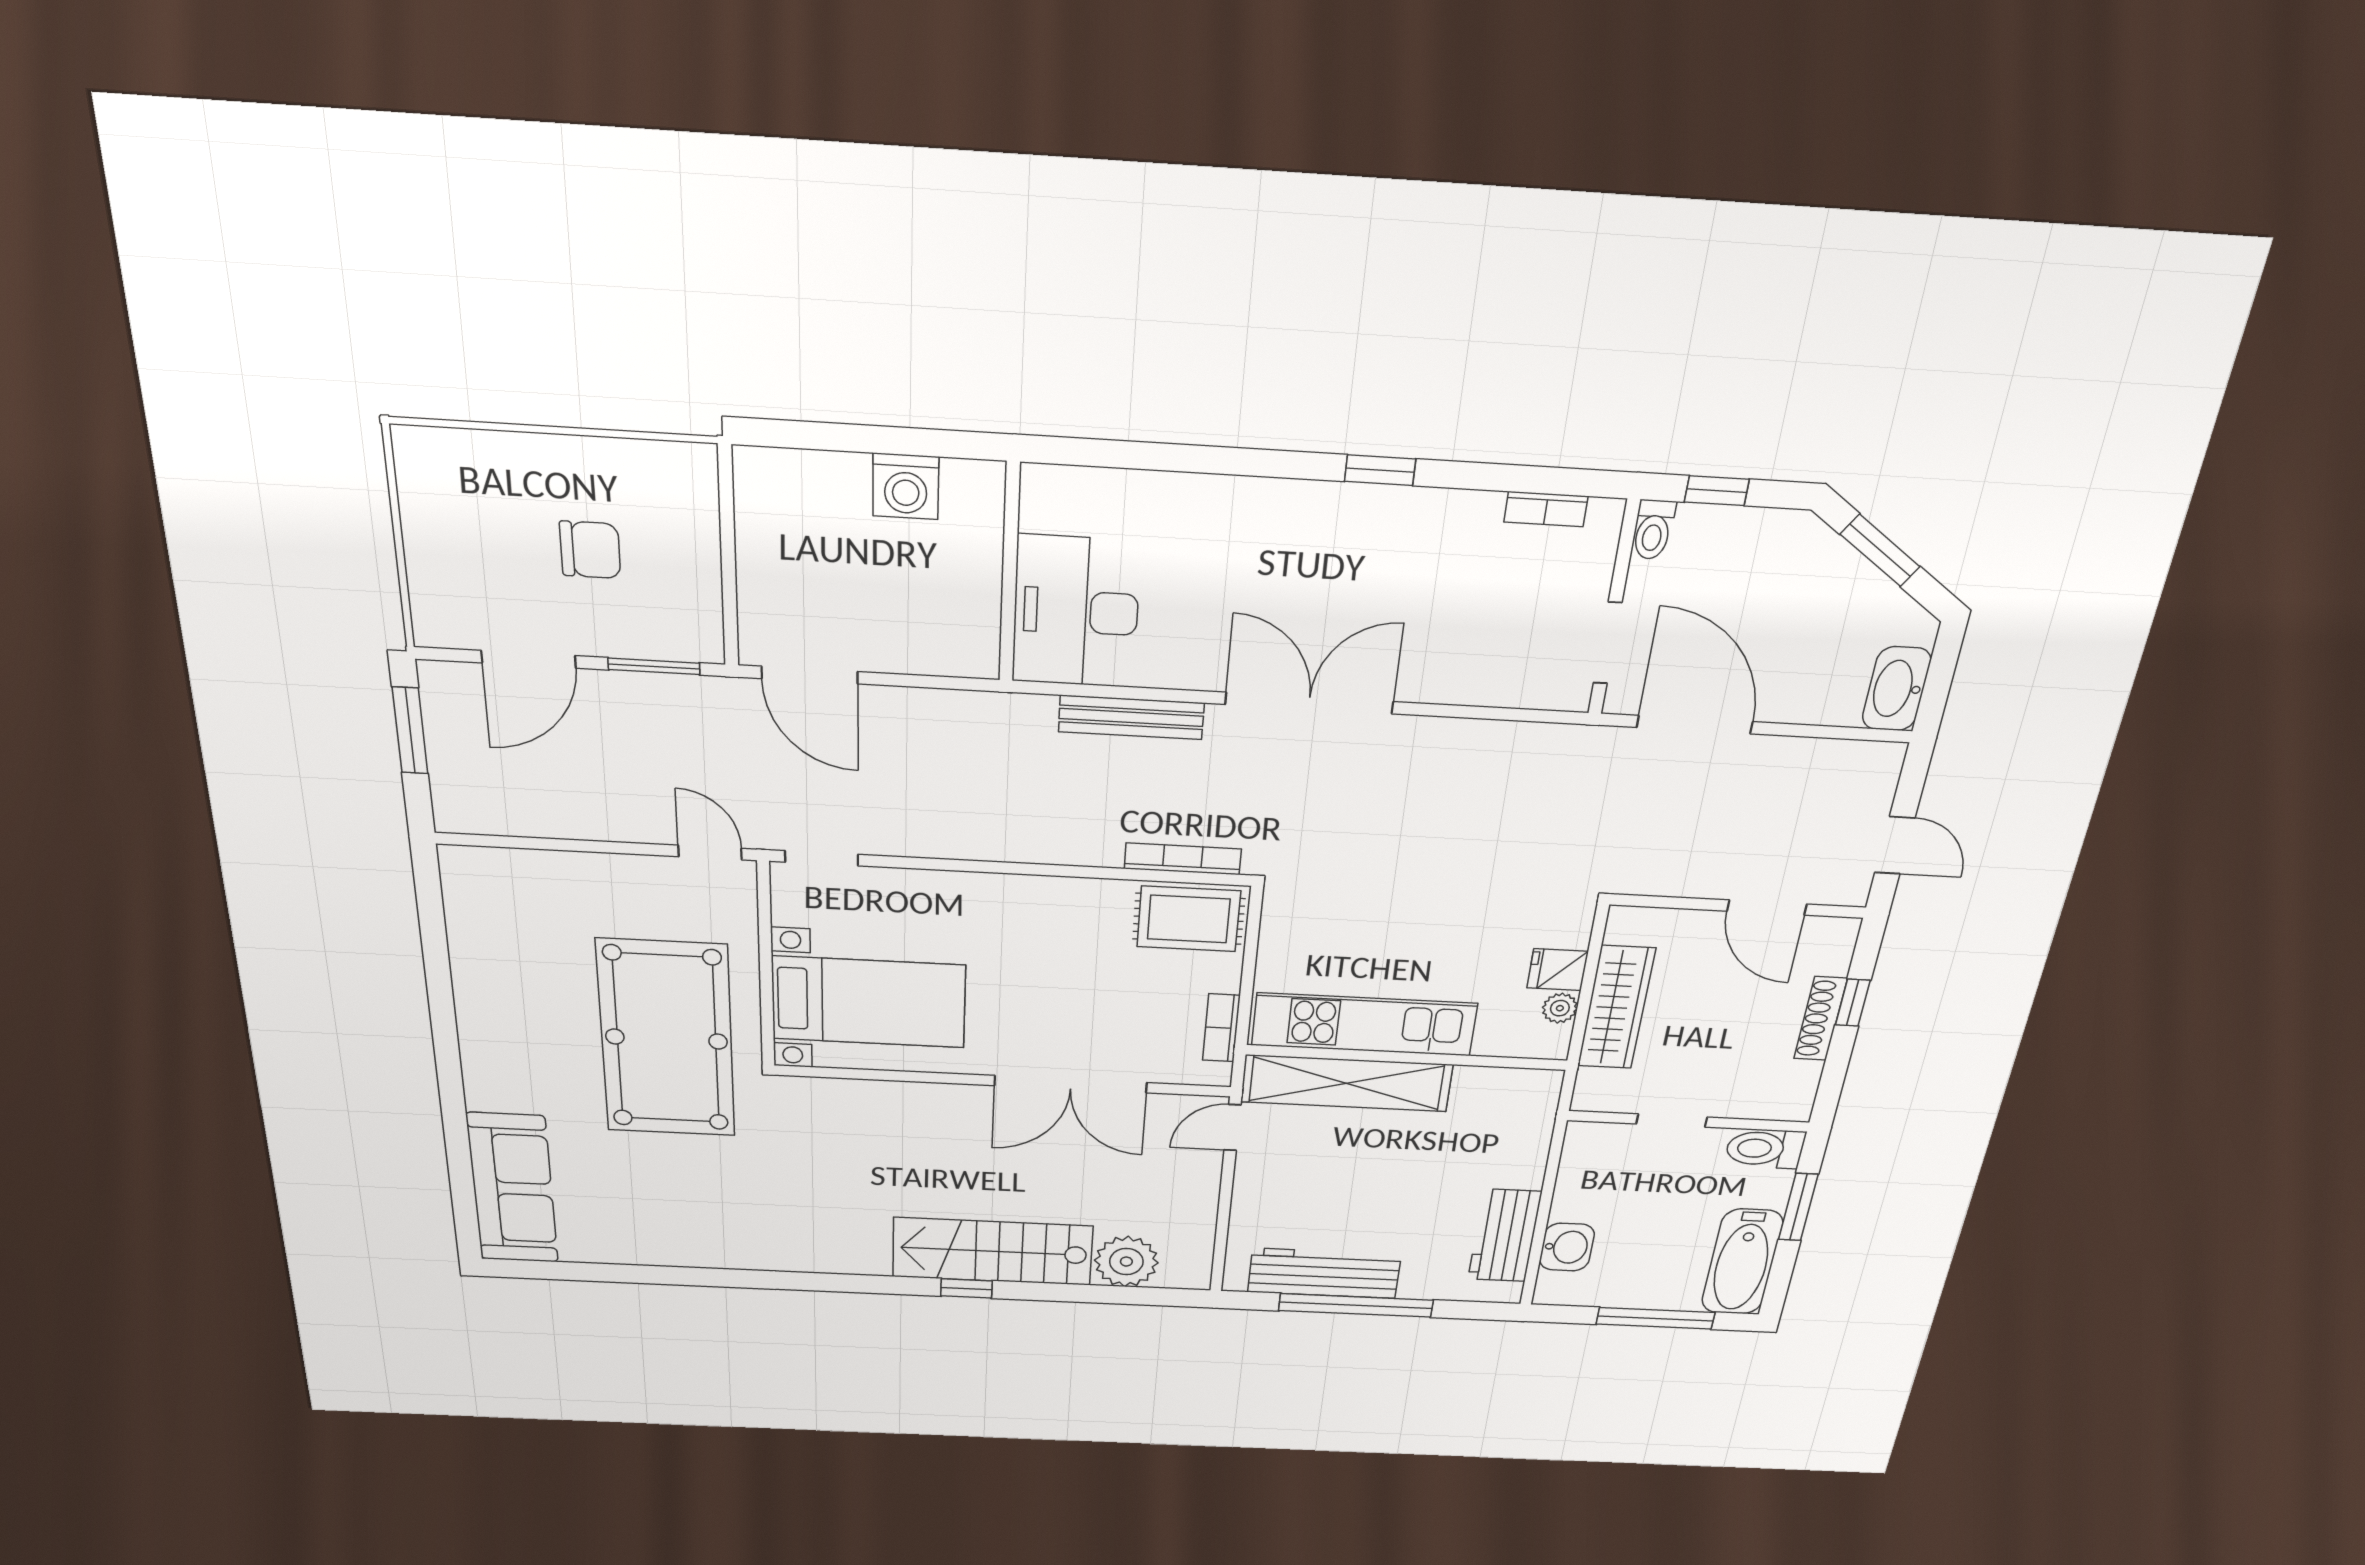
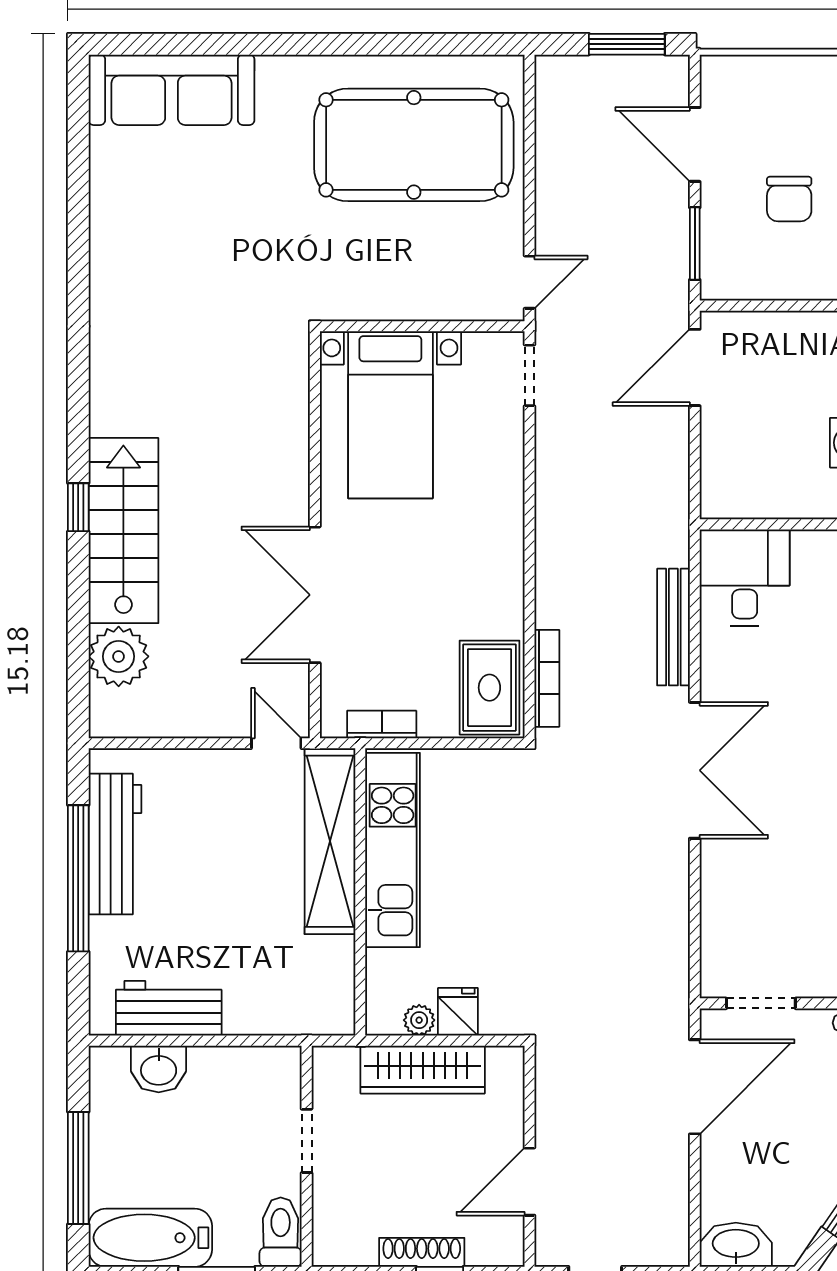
desk: (1076, 612) -> (745, 578), width x0.73
pool table: (667, 1039) -> (414, 145), moved

